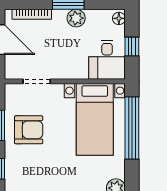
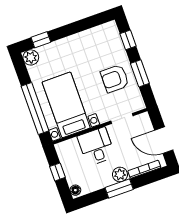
plant: (76, 18) -> (120, 174), moved
desk: (107, 60) -> (96, 147), moved

